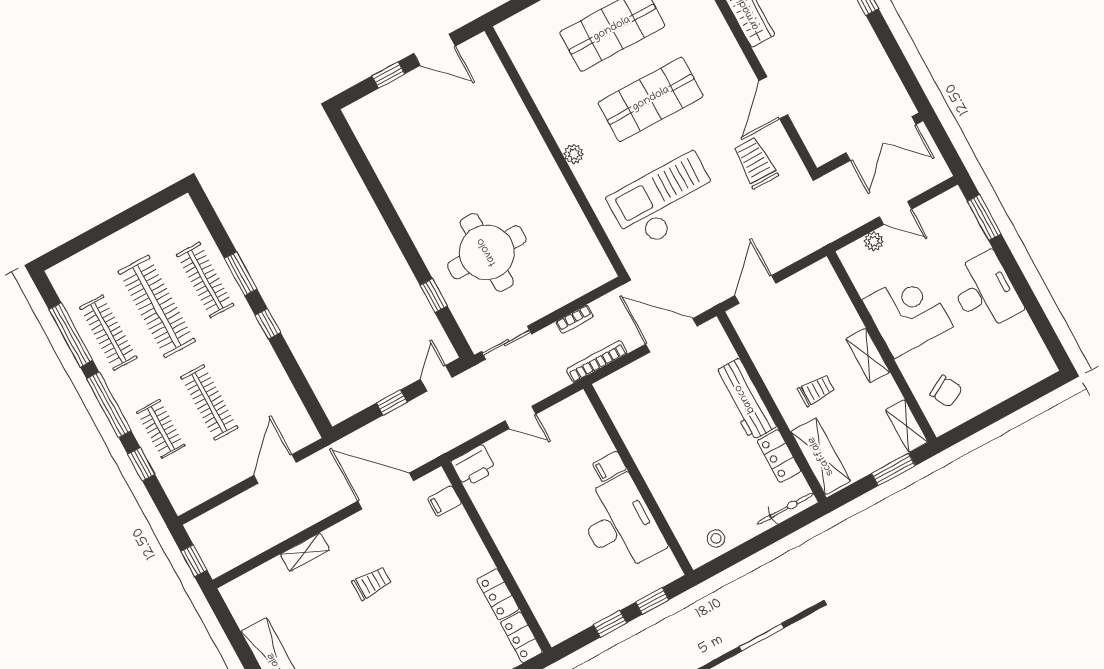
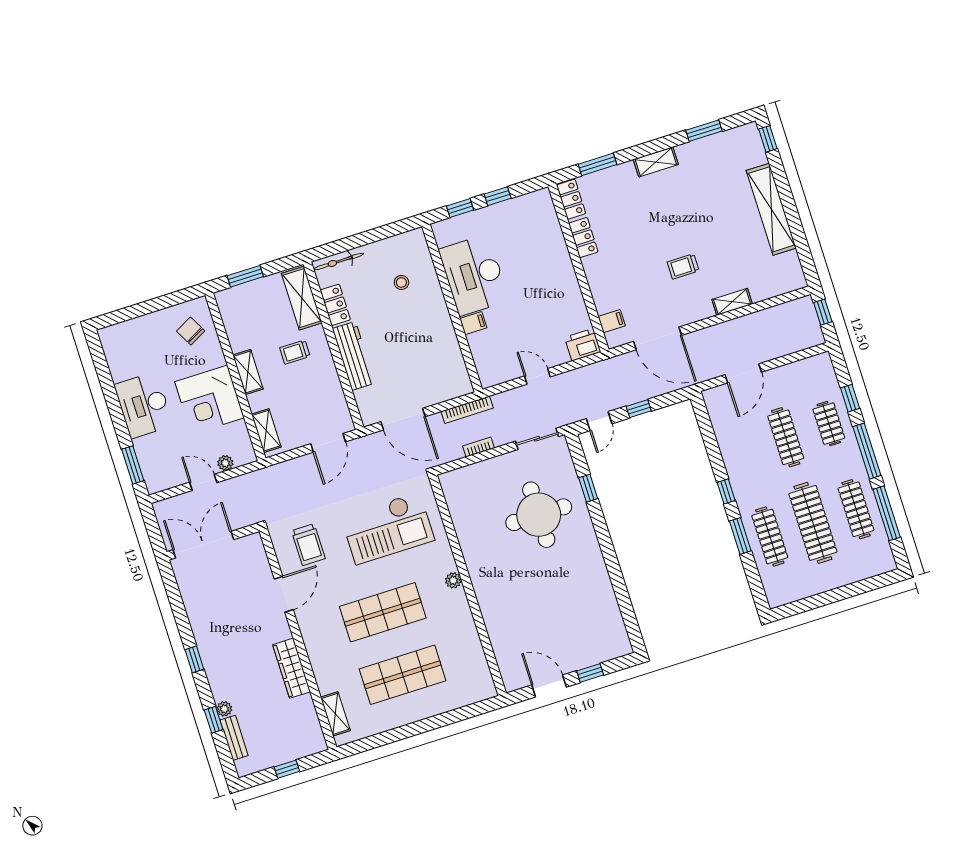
shelving: (907, 426) -> (266, 431), moved
stool: (716, 538) -> (401, 282), moved

